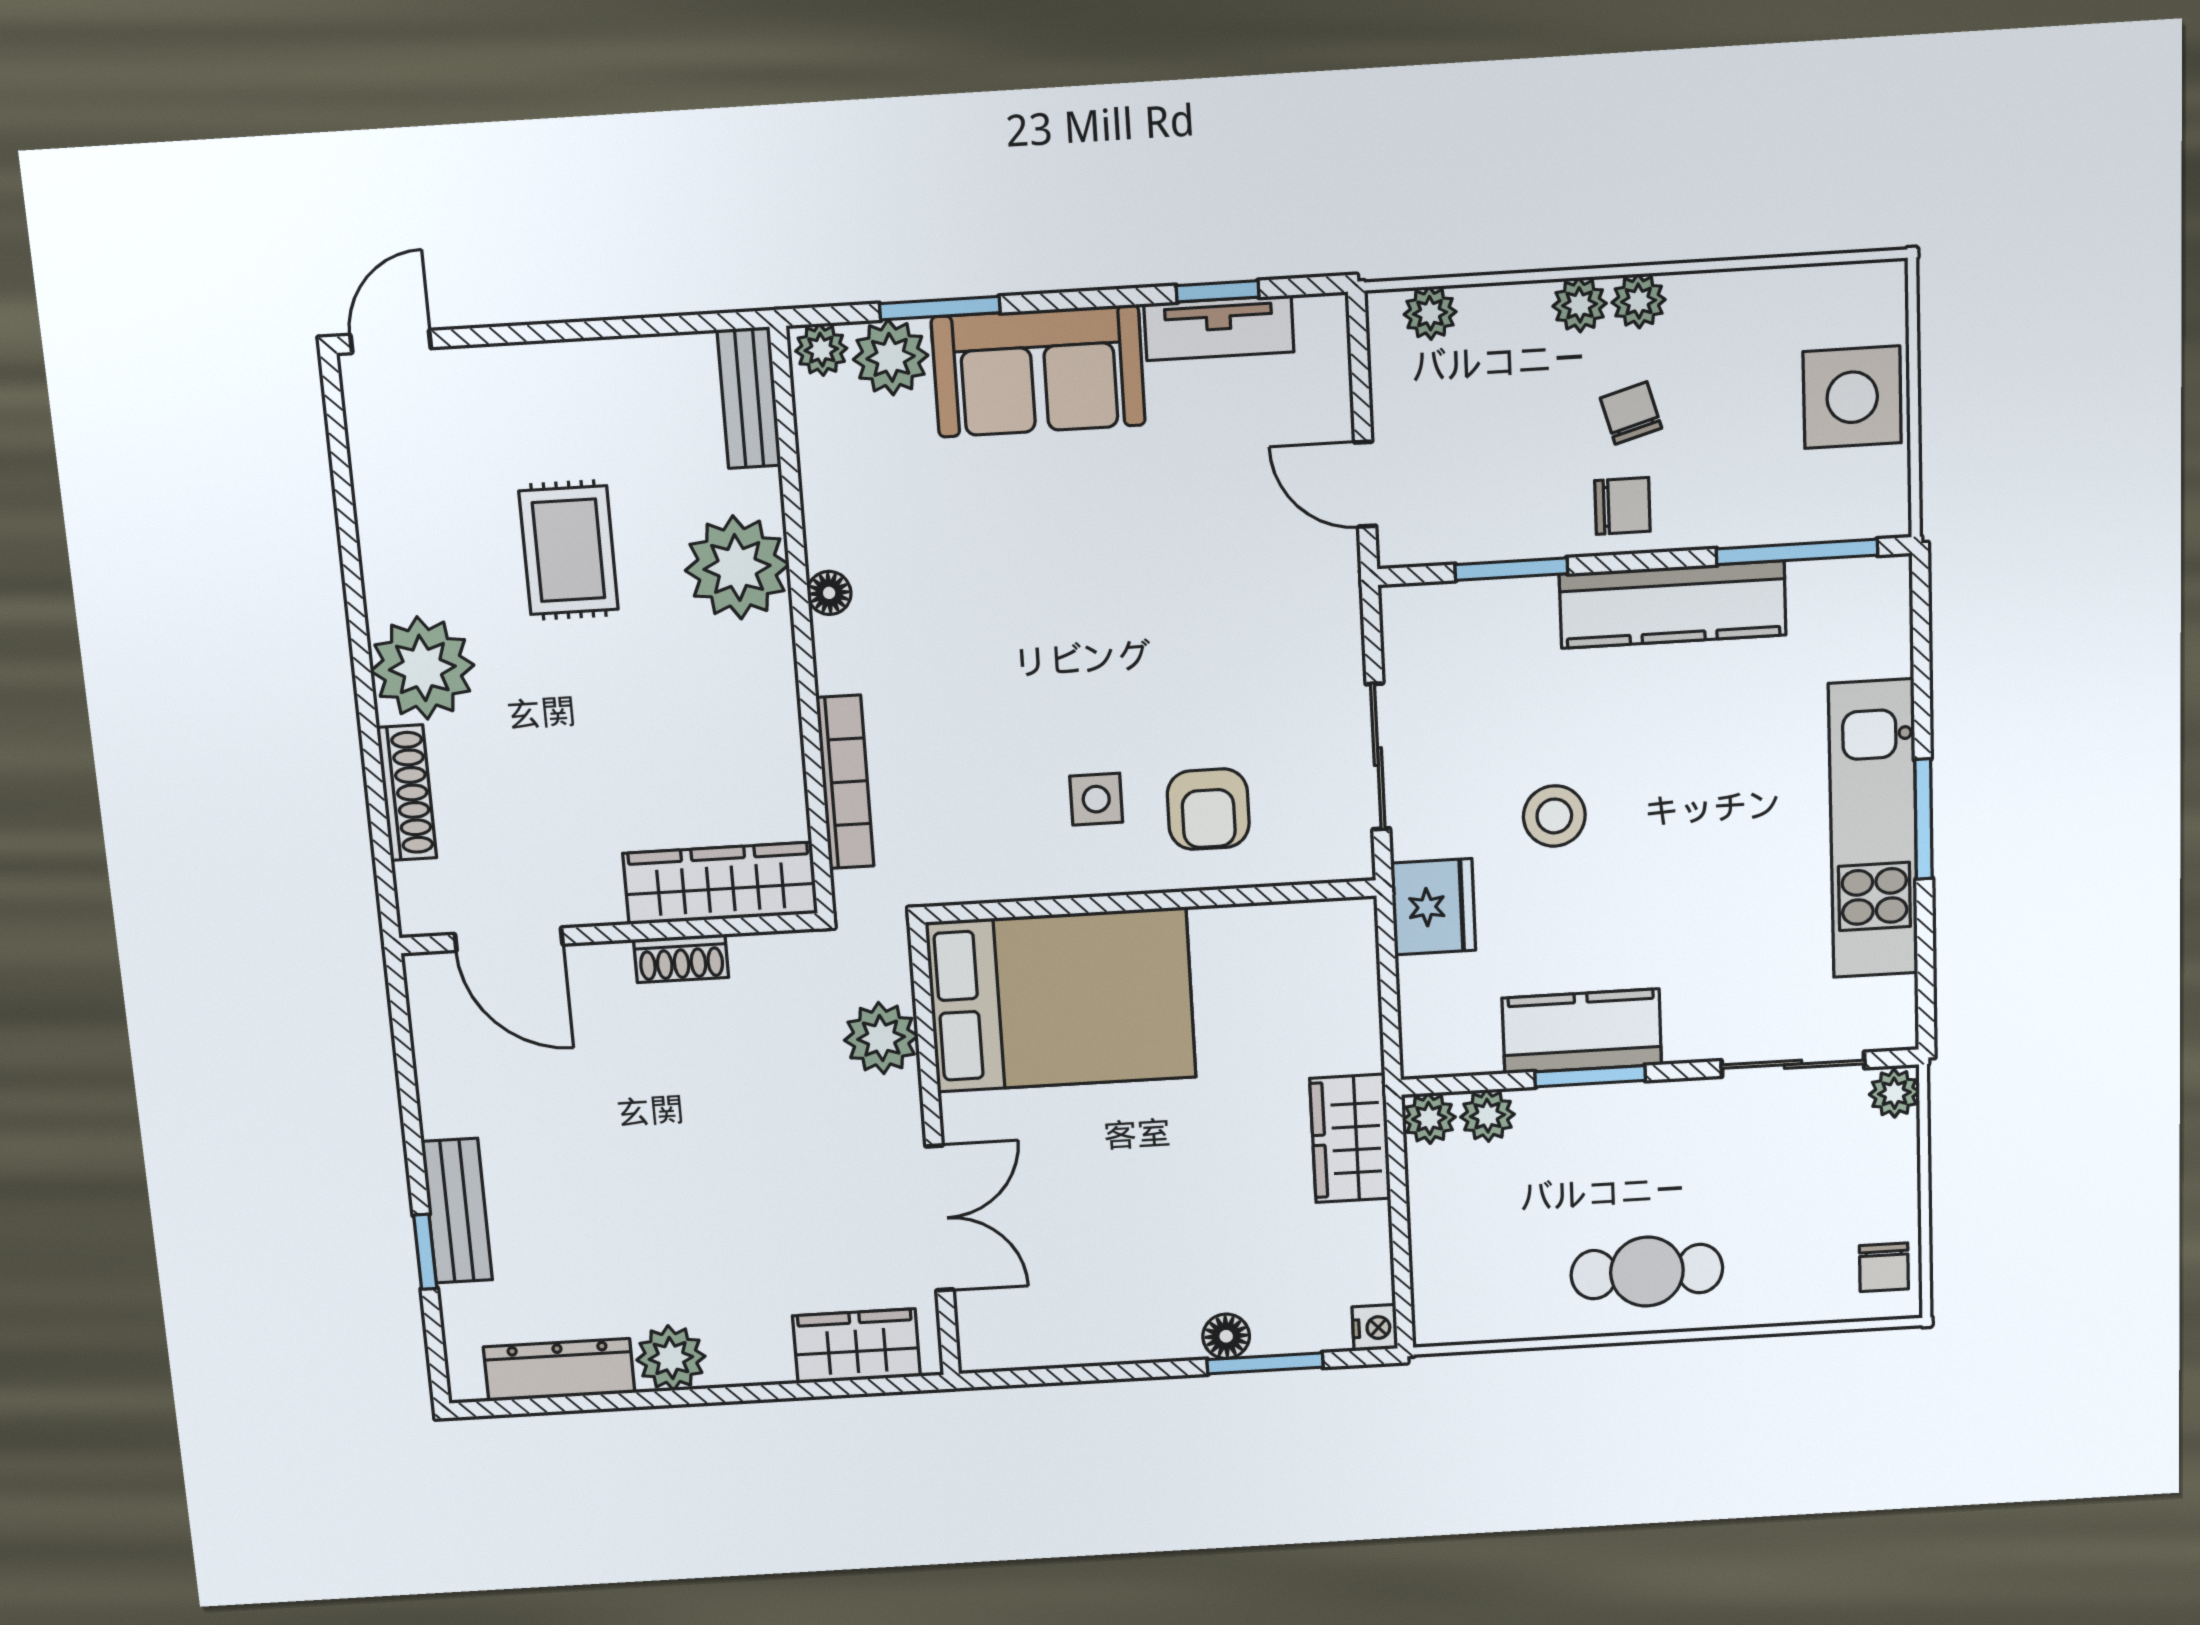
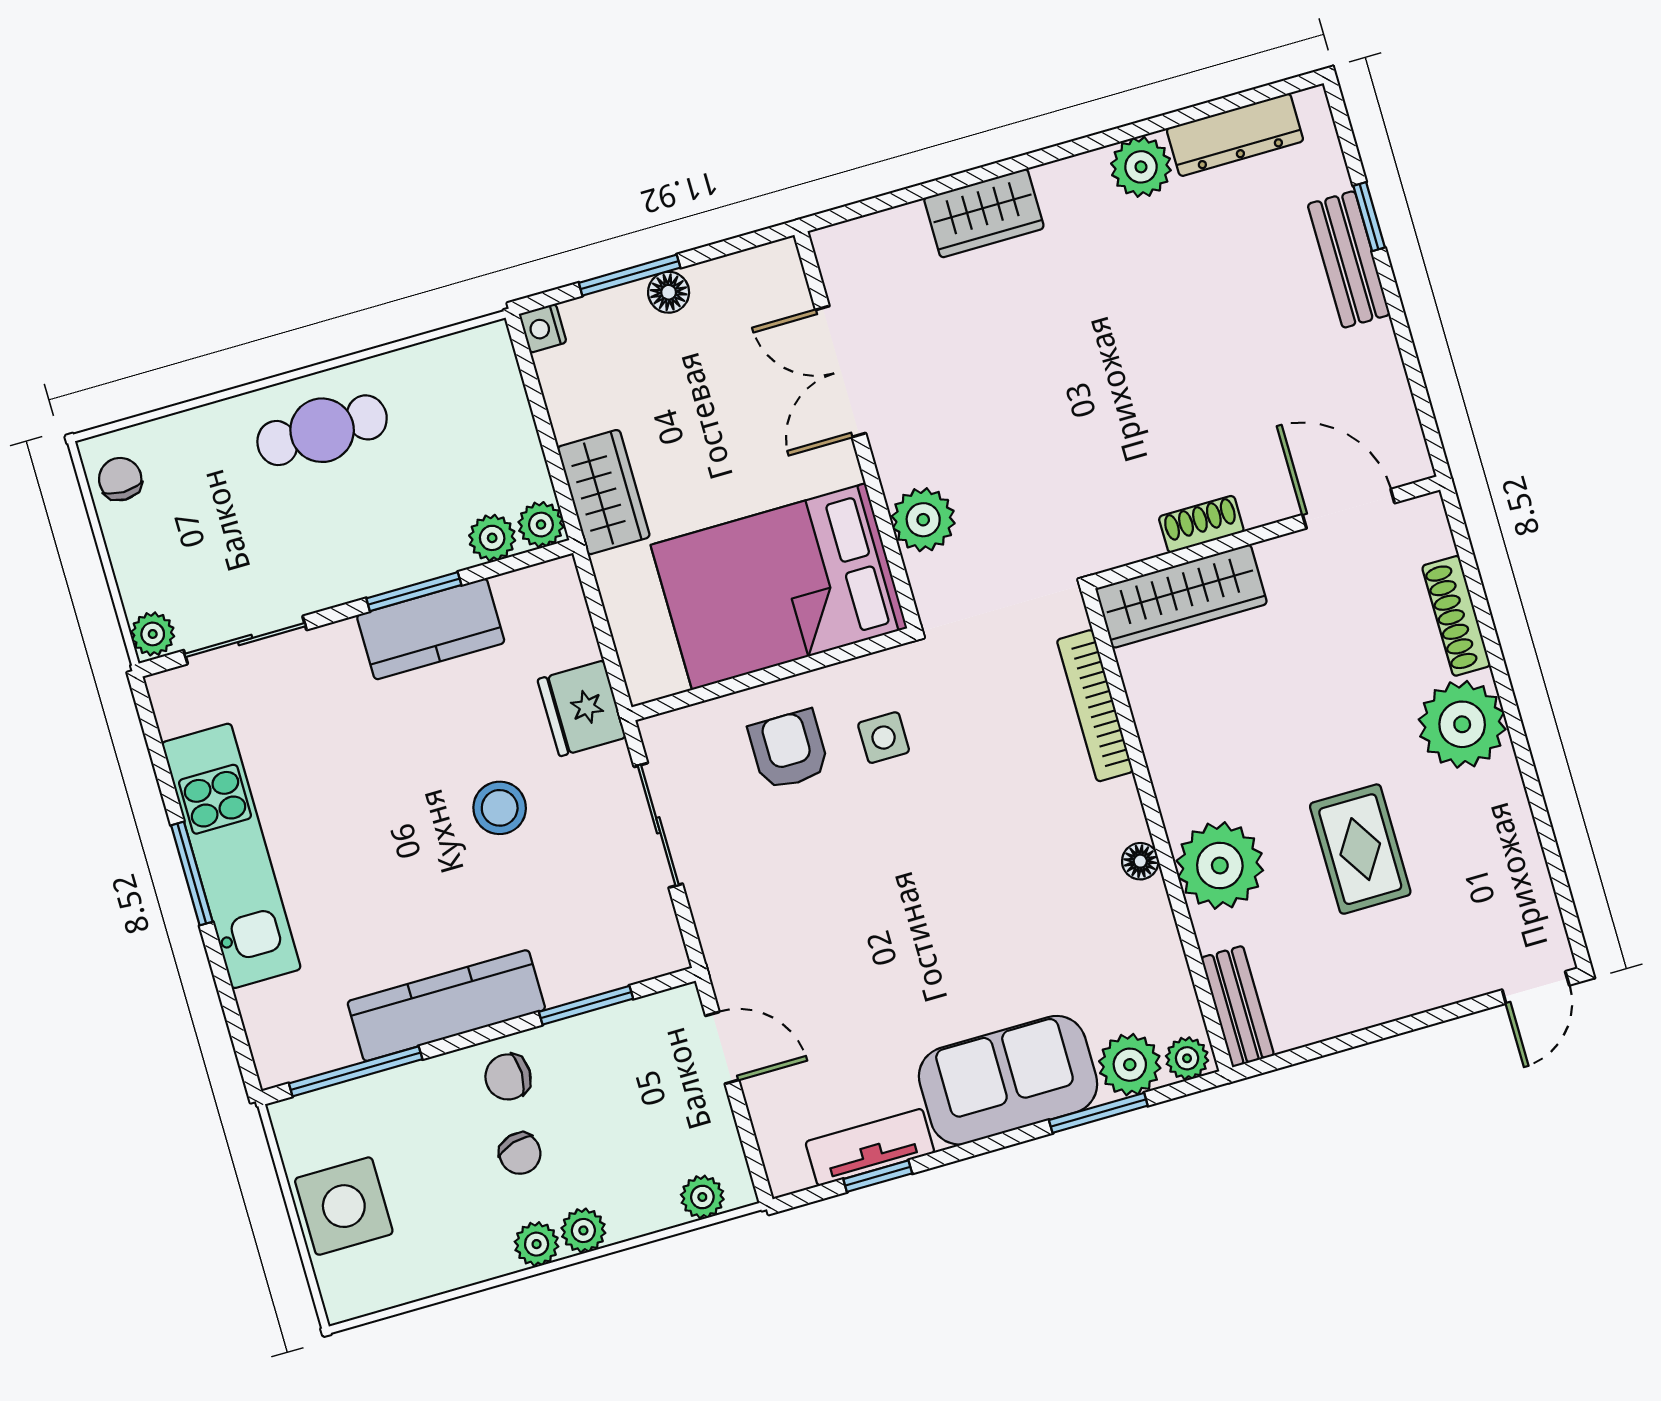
bed: (1061, 1000) -> (779, 587), moved
plant: (881, 1038) -> (923, 520), moved
wall: (934, 1152) -> (857, 430), moved
double door: (940, 1218) -> (841, 372), moved

